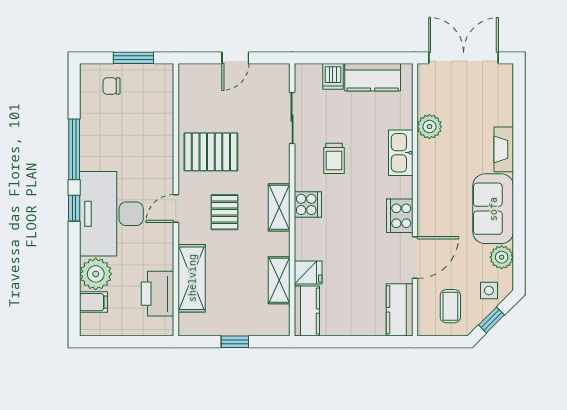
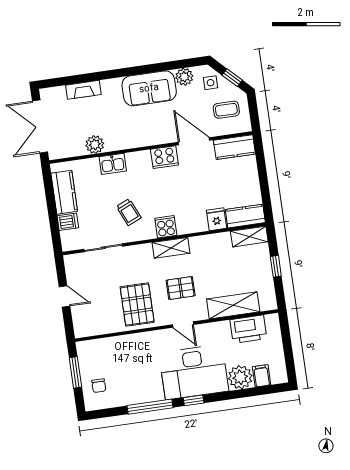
fireplace: (504, 149) -> (83, 90), moved
kitchen sink: (401, 153) -> (113, 164), width x0.73
trolley: (334, 158) -> (129, 212), turned 66
shelving: (279, 280) -> (249, 237), moved

